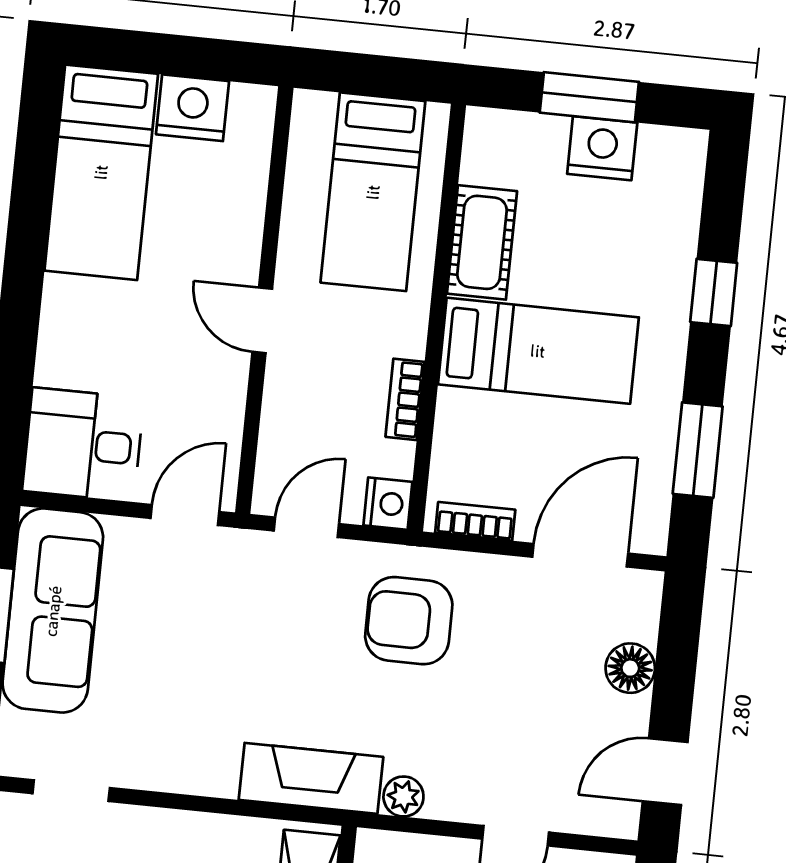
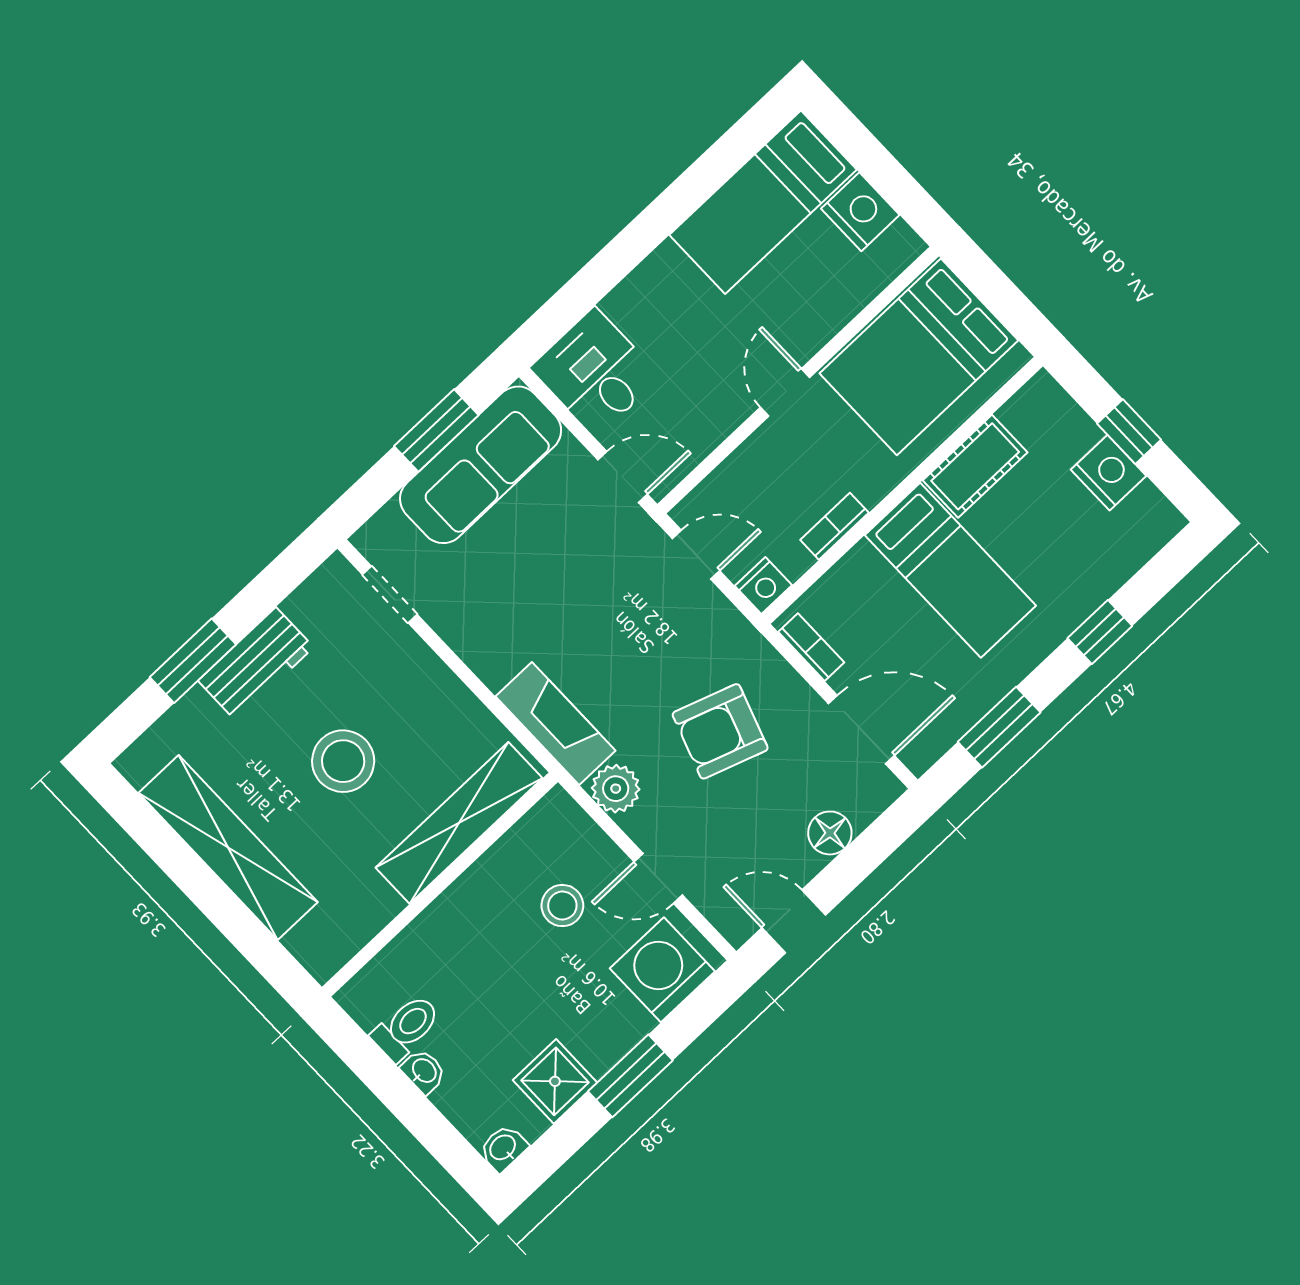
window: (589, 97) -> (1129, 432), width x0.67
bed: (373, 192) -> (919, 357), width x1.50
armchair: (409, 621) -> (720, 731), moved, turned -71
plant: (403, 797) -> (616, 789), width x1.38, depth x1.38

